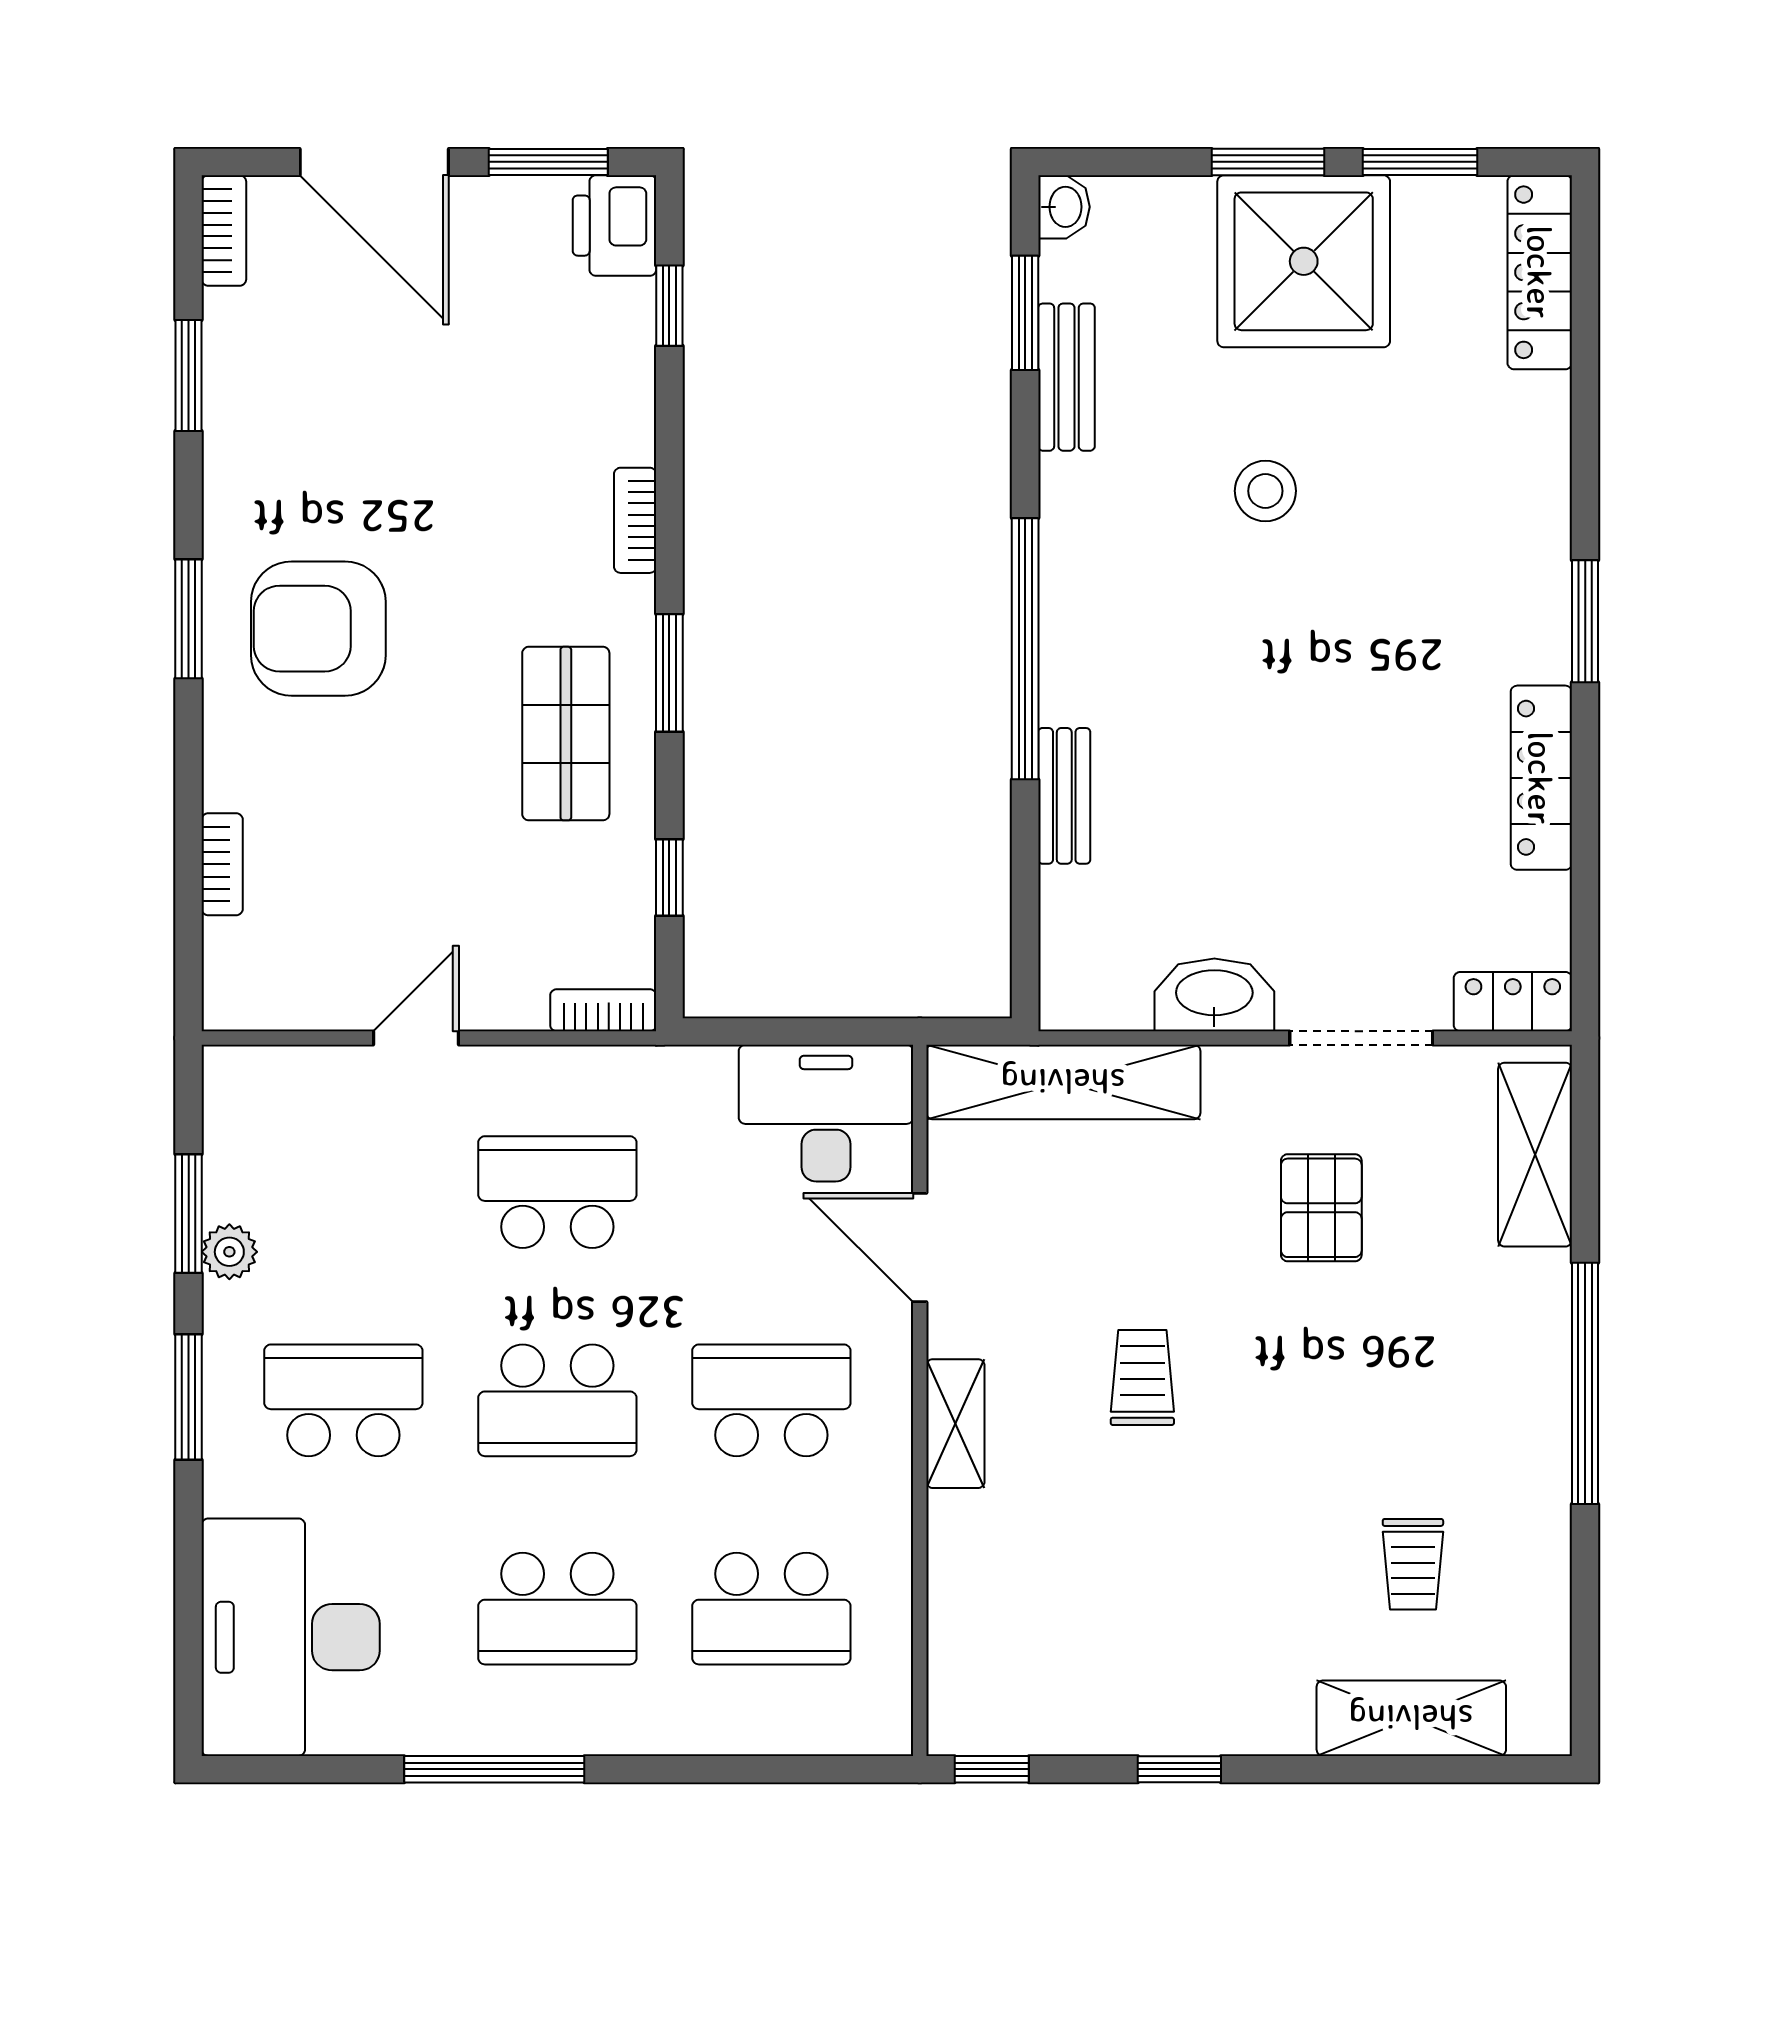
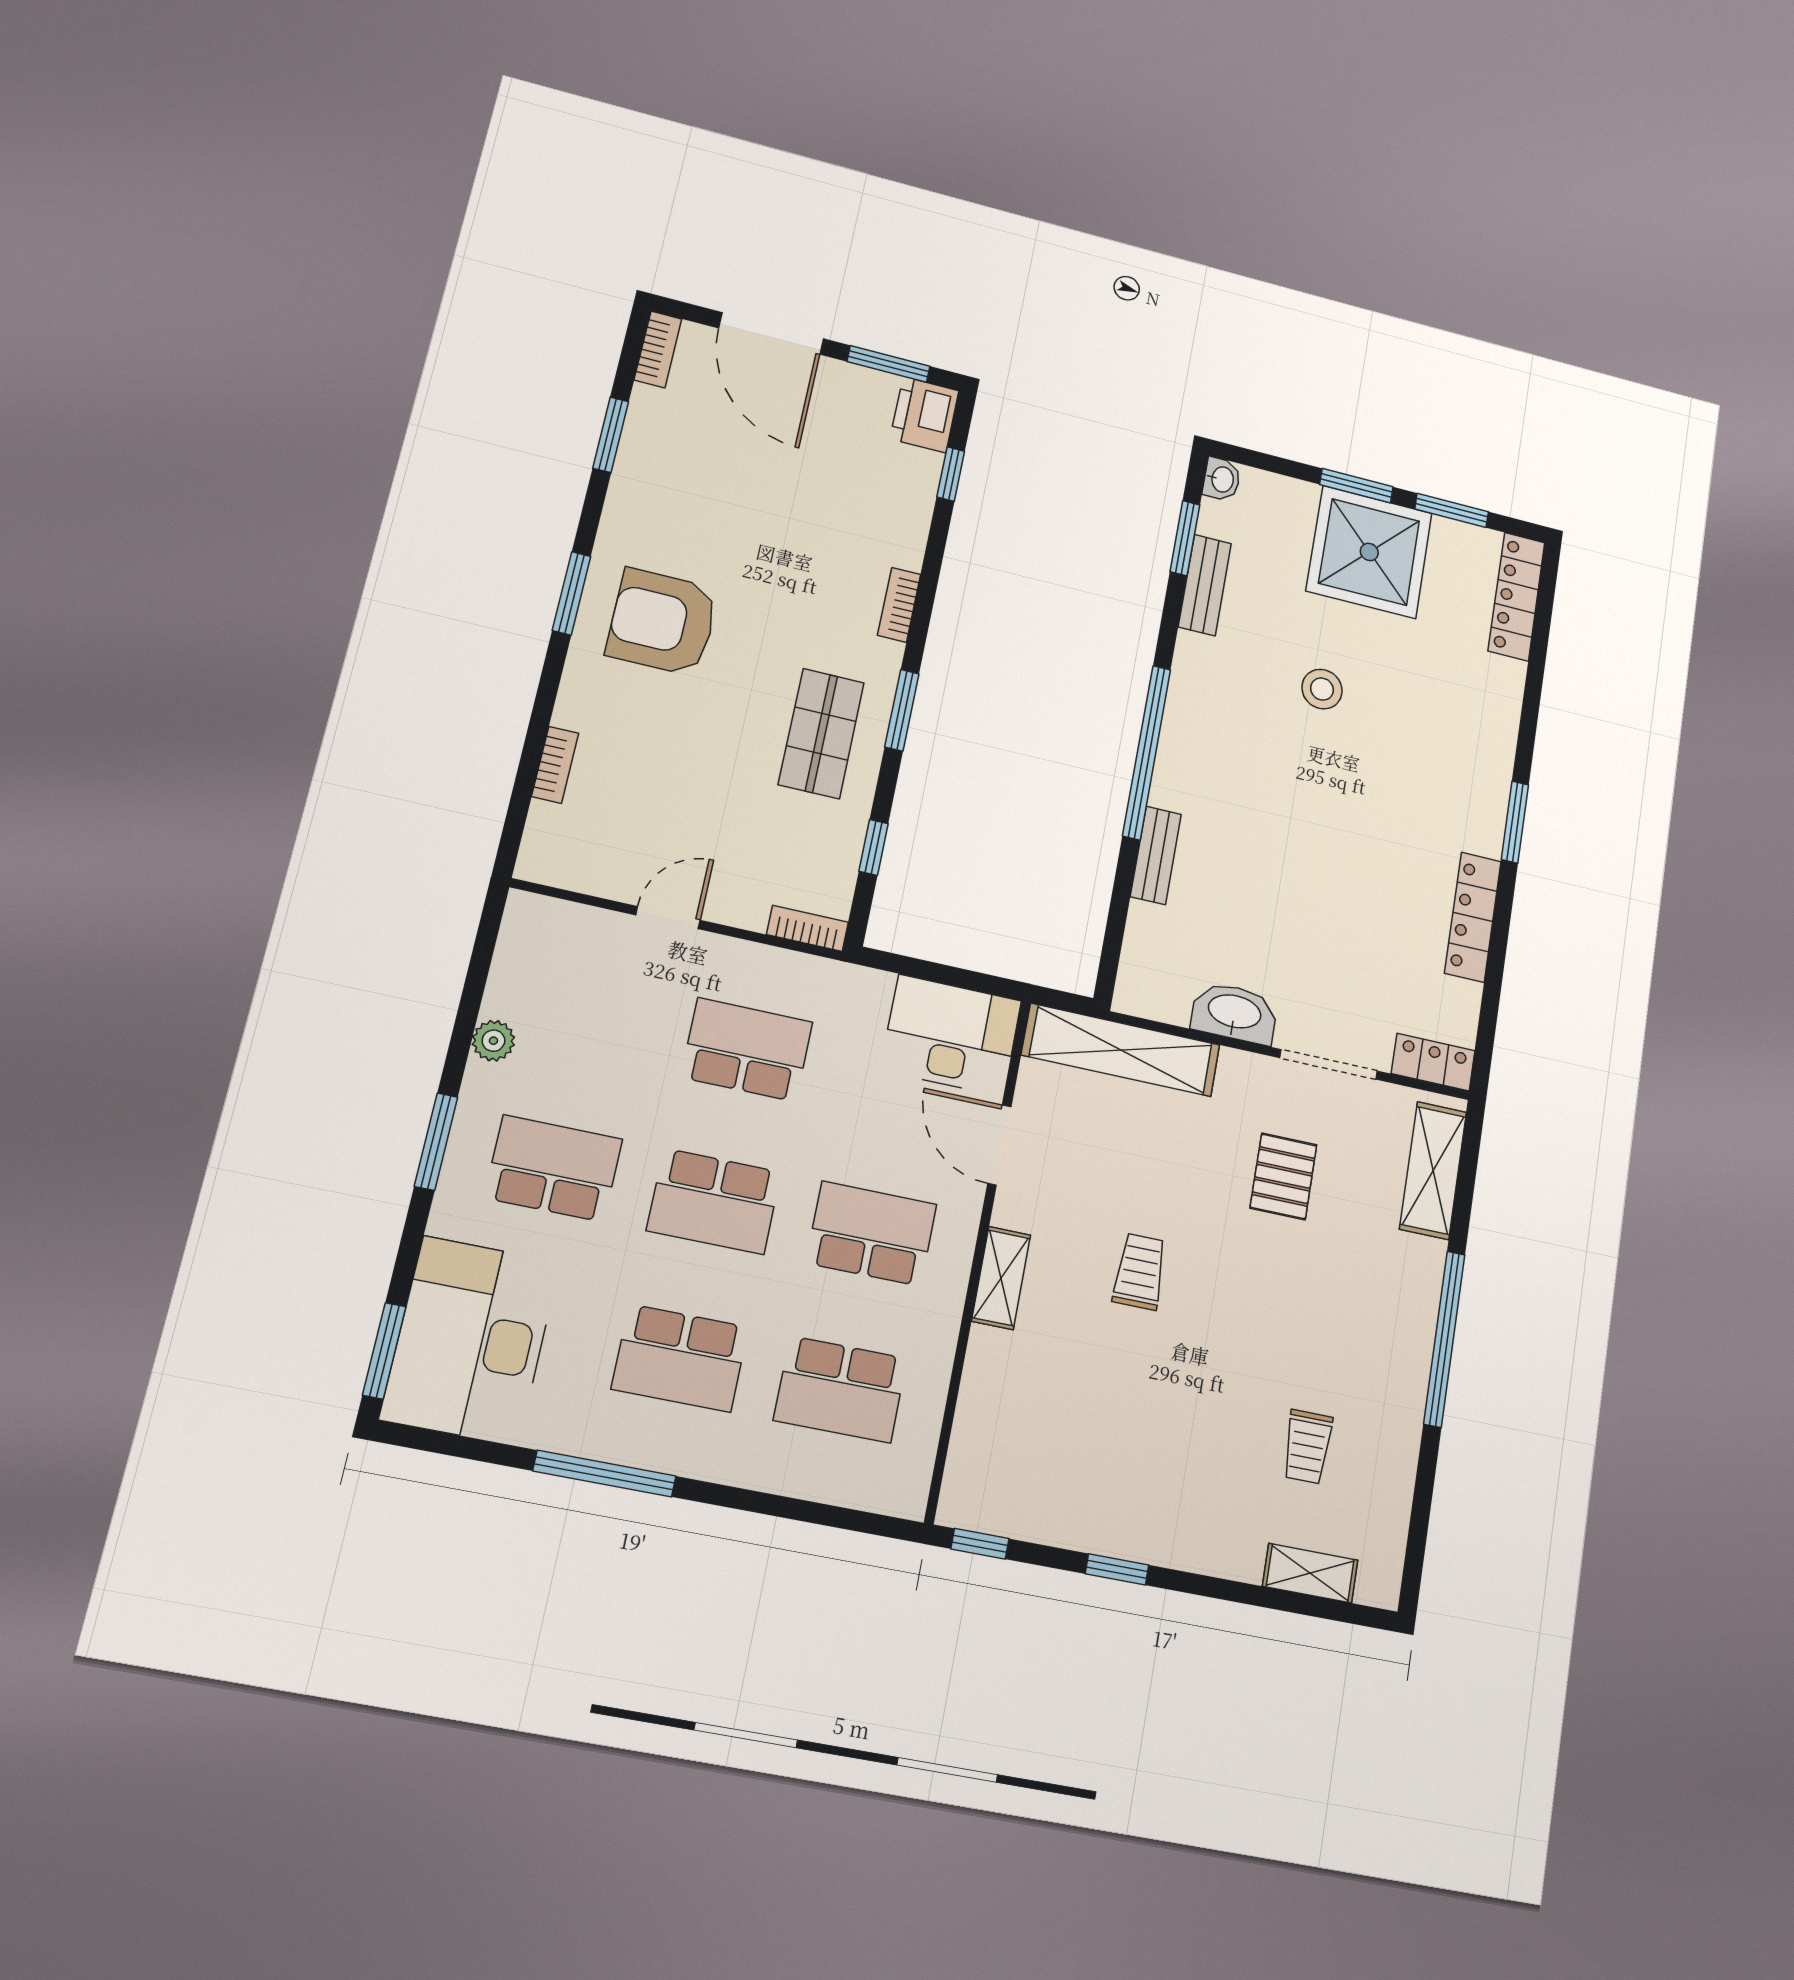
window: (189, 1214) -> (384, 1351), moved
shelving: (1411, 1718) -> (1310, 1573), width x0.67, depth x0.75

